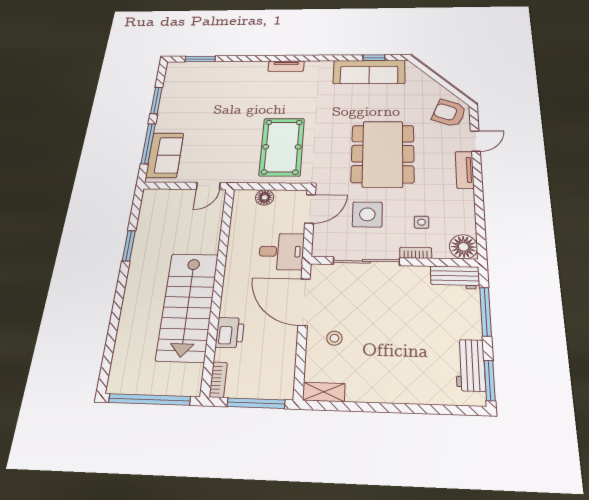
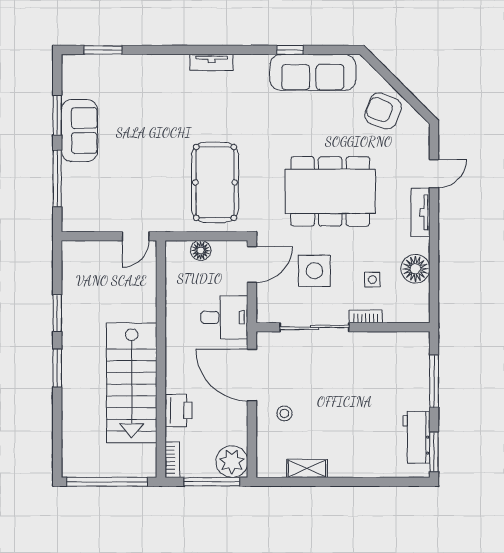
window: (374, 58) -> (290, 50), moved
armchair: (449, 113) -> (383, 111), moved
dining table: (383, 154) -> (330, 191), turned 90
sofa: (165, 155) -> (80, 130), moved
floor lamp: (464, 247) -> (415, 269), moved
workbench: (455, 277) -> (405, 344), removed
window: (120, 292) -> (57, 368), added
plant: (278, 384) -> (232, 462), added
shelving: (324, 392) -> (307, 468), moved

